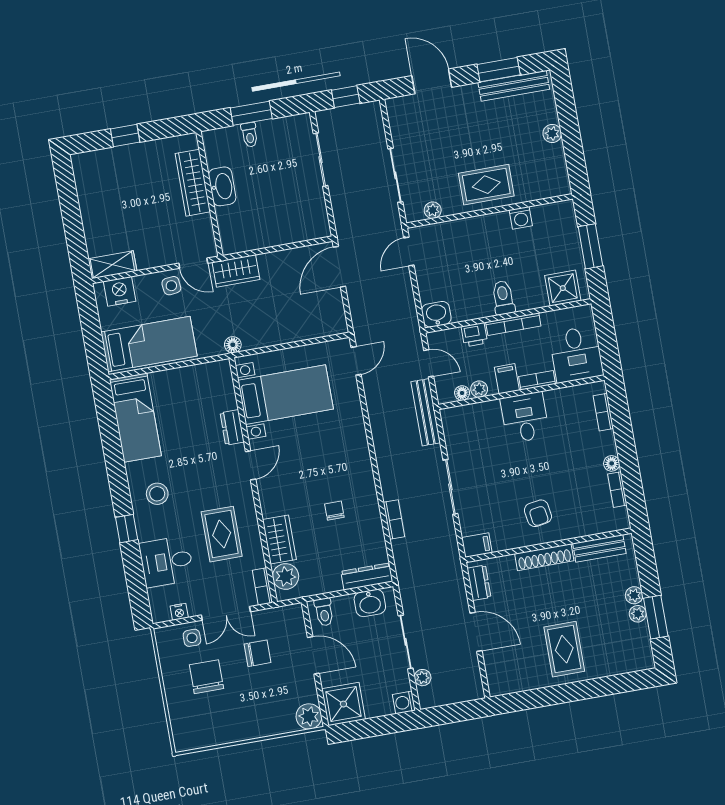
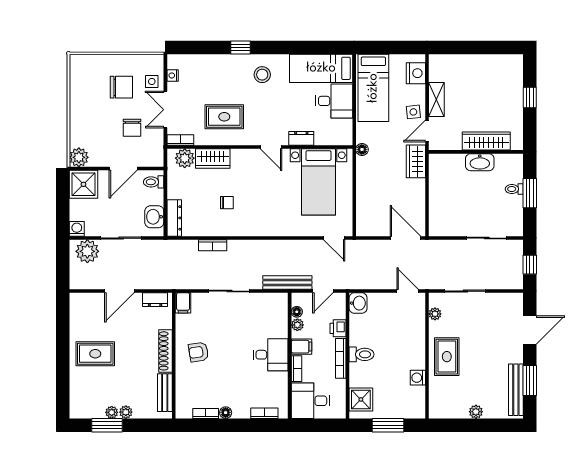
shelving: (112, 265) -> (436, 100), moved
desk: (166, 562) -> (334, 101), moved, turned 90
plant: (423, 678) -> (87, 251), width x1.88, depth x1.88

